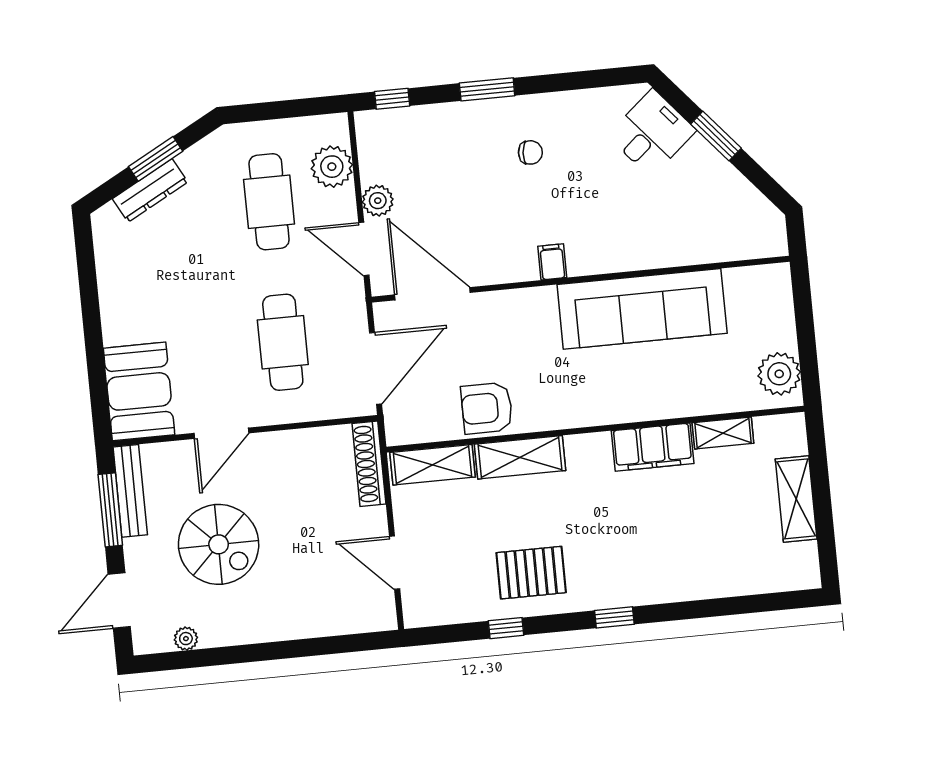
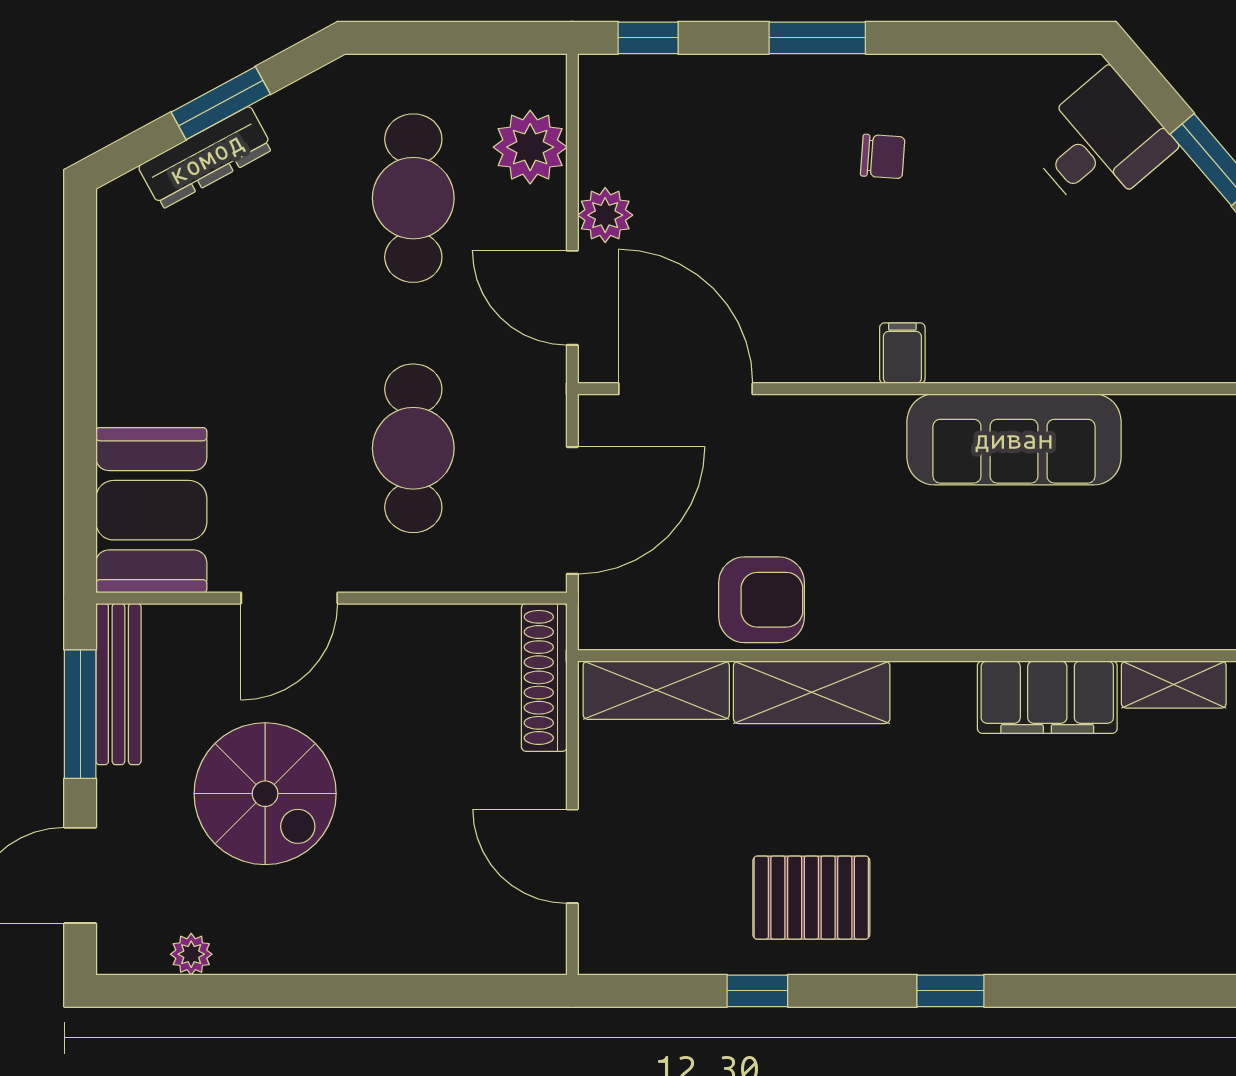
sofa: (642, 309) -> (1014, 439), width x0.74, depth x0.79
armchair: (487, 408) -> (762, 600), turned 180

